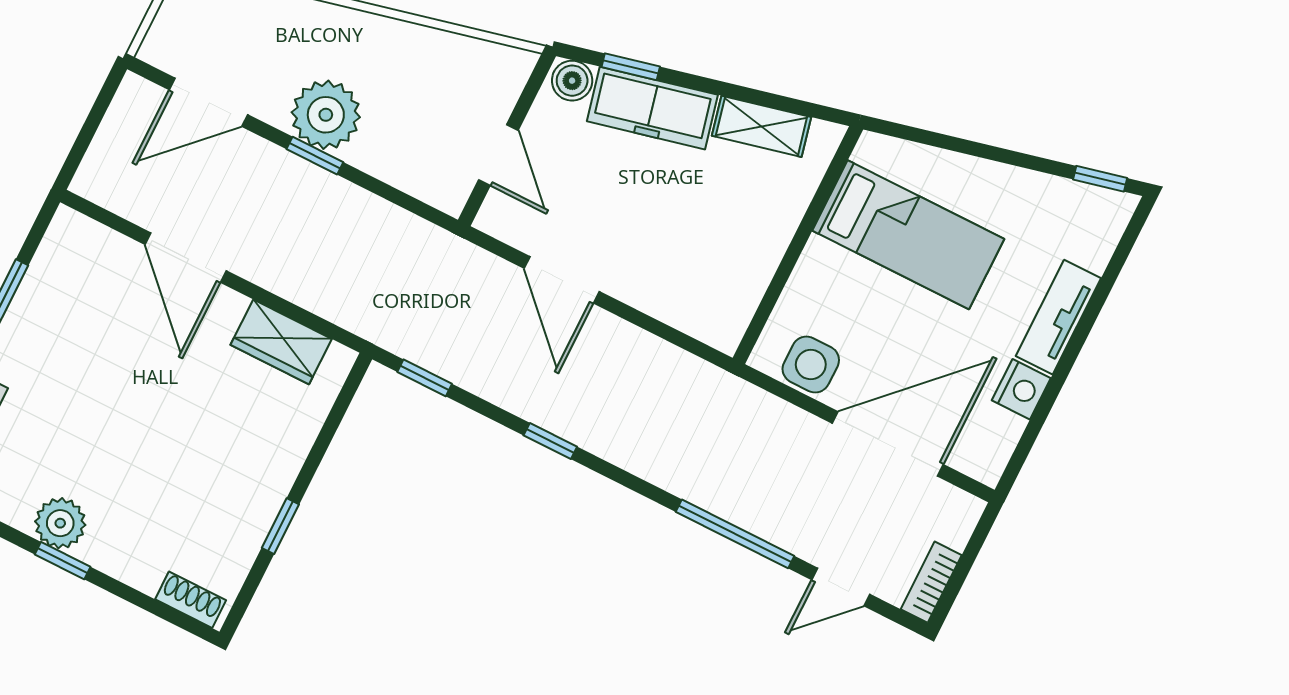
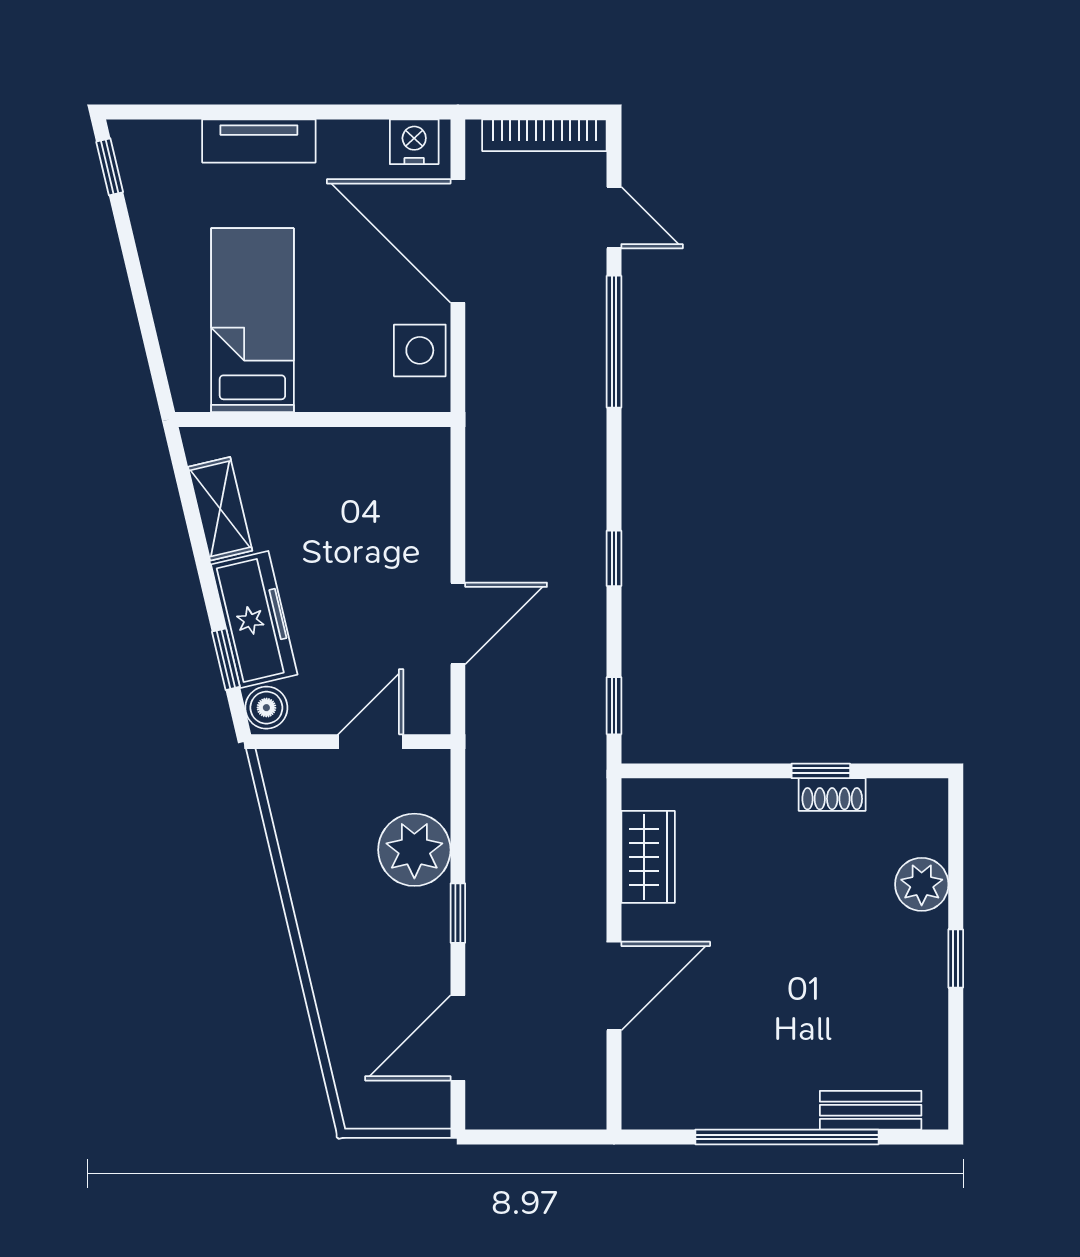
door: (208, 102) -> (458, 1038), swing flipped
plant: (326, 115) -> (414, 850), moved
nightstand: (1021, 389) -> (414, 142), moved
plant: (60, 523) -> (922, 884), moved
bookcase: (931, 582) -> (544, 135), width x1.56
shoe rack: (191, 600) -> (832, 794), moved, turned -90

